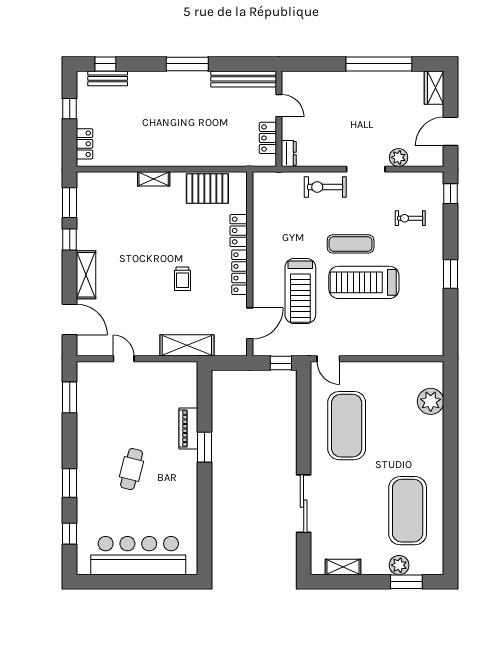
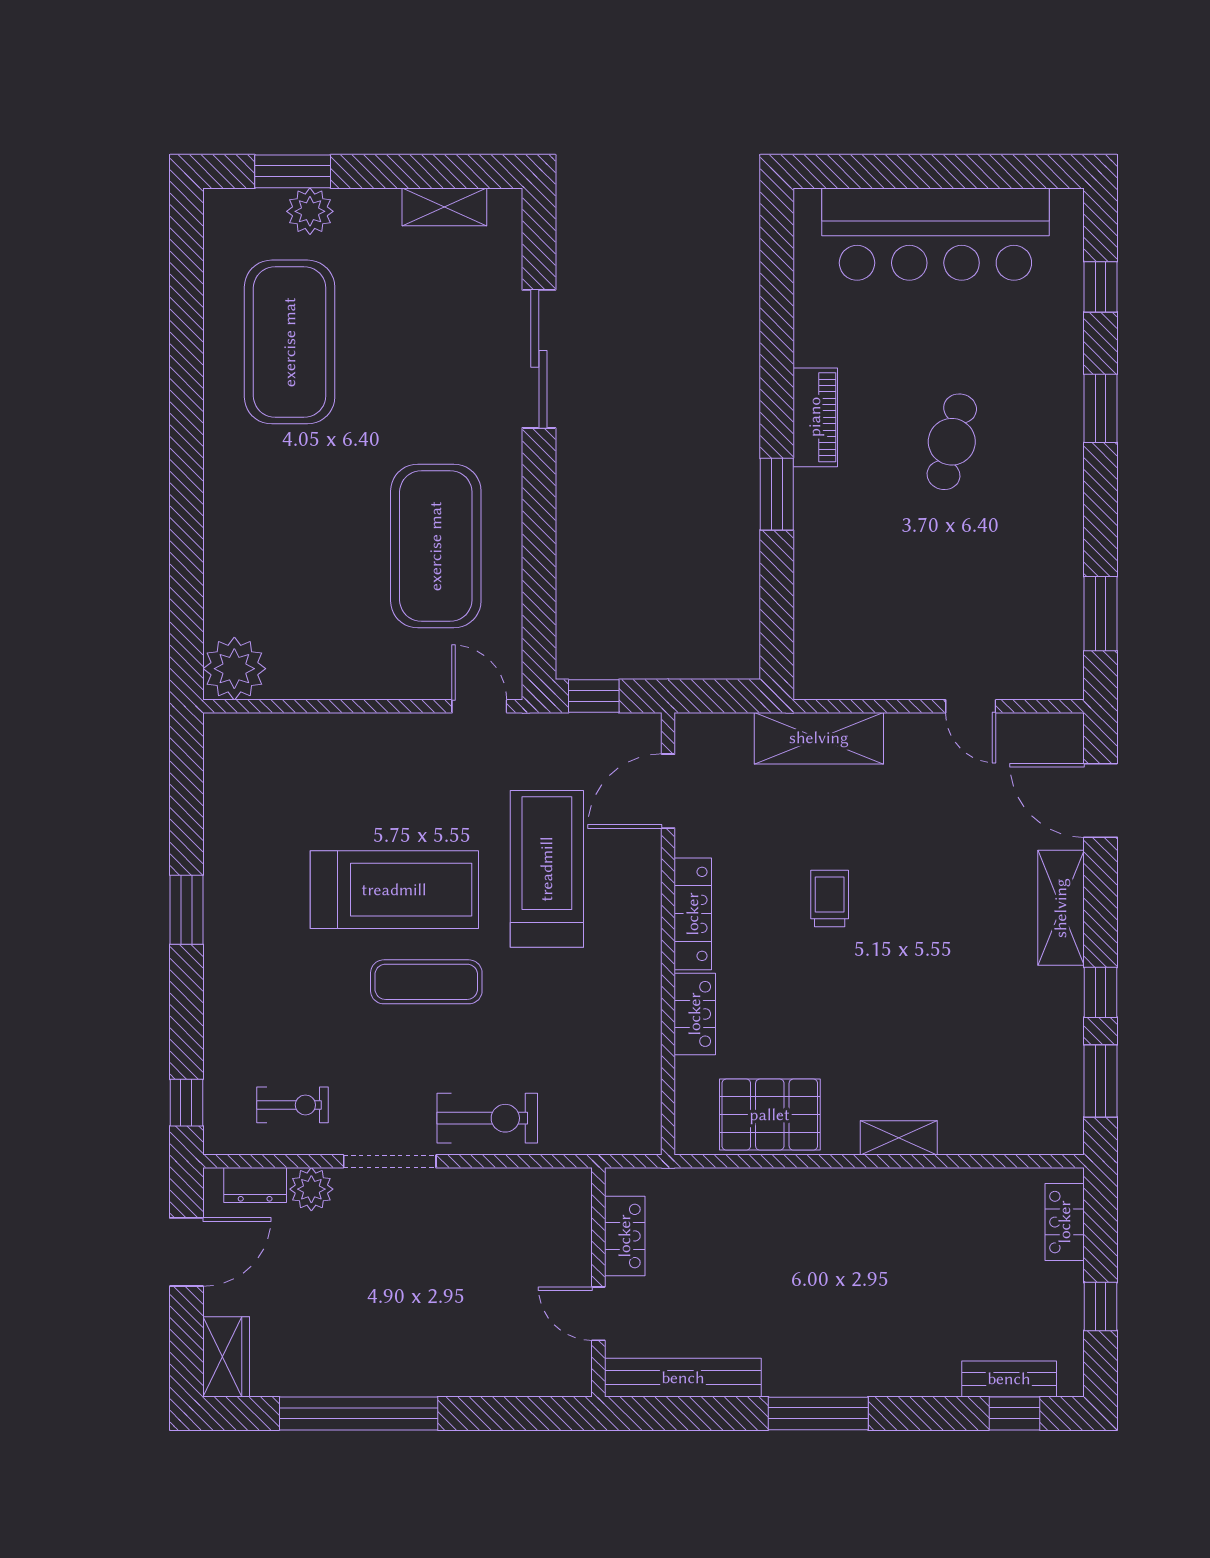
dresser: (289, 153) -> (255, 1185), moved, turned -90
exercise bike: (410, 218) -> (293, 1105), moved
plant: (431, 401) -> (234, 669), moved
piano: (188, 428) -> (815, 417), moved

